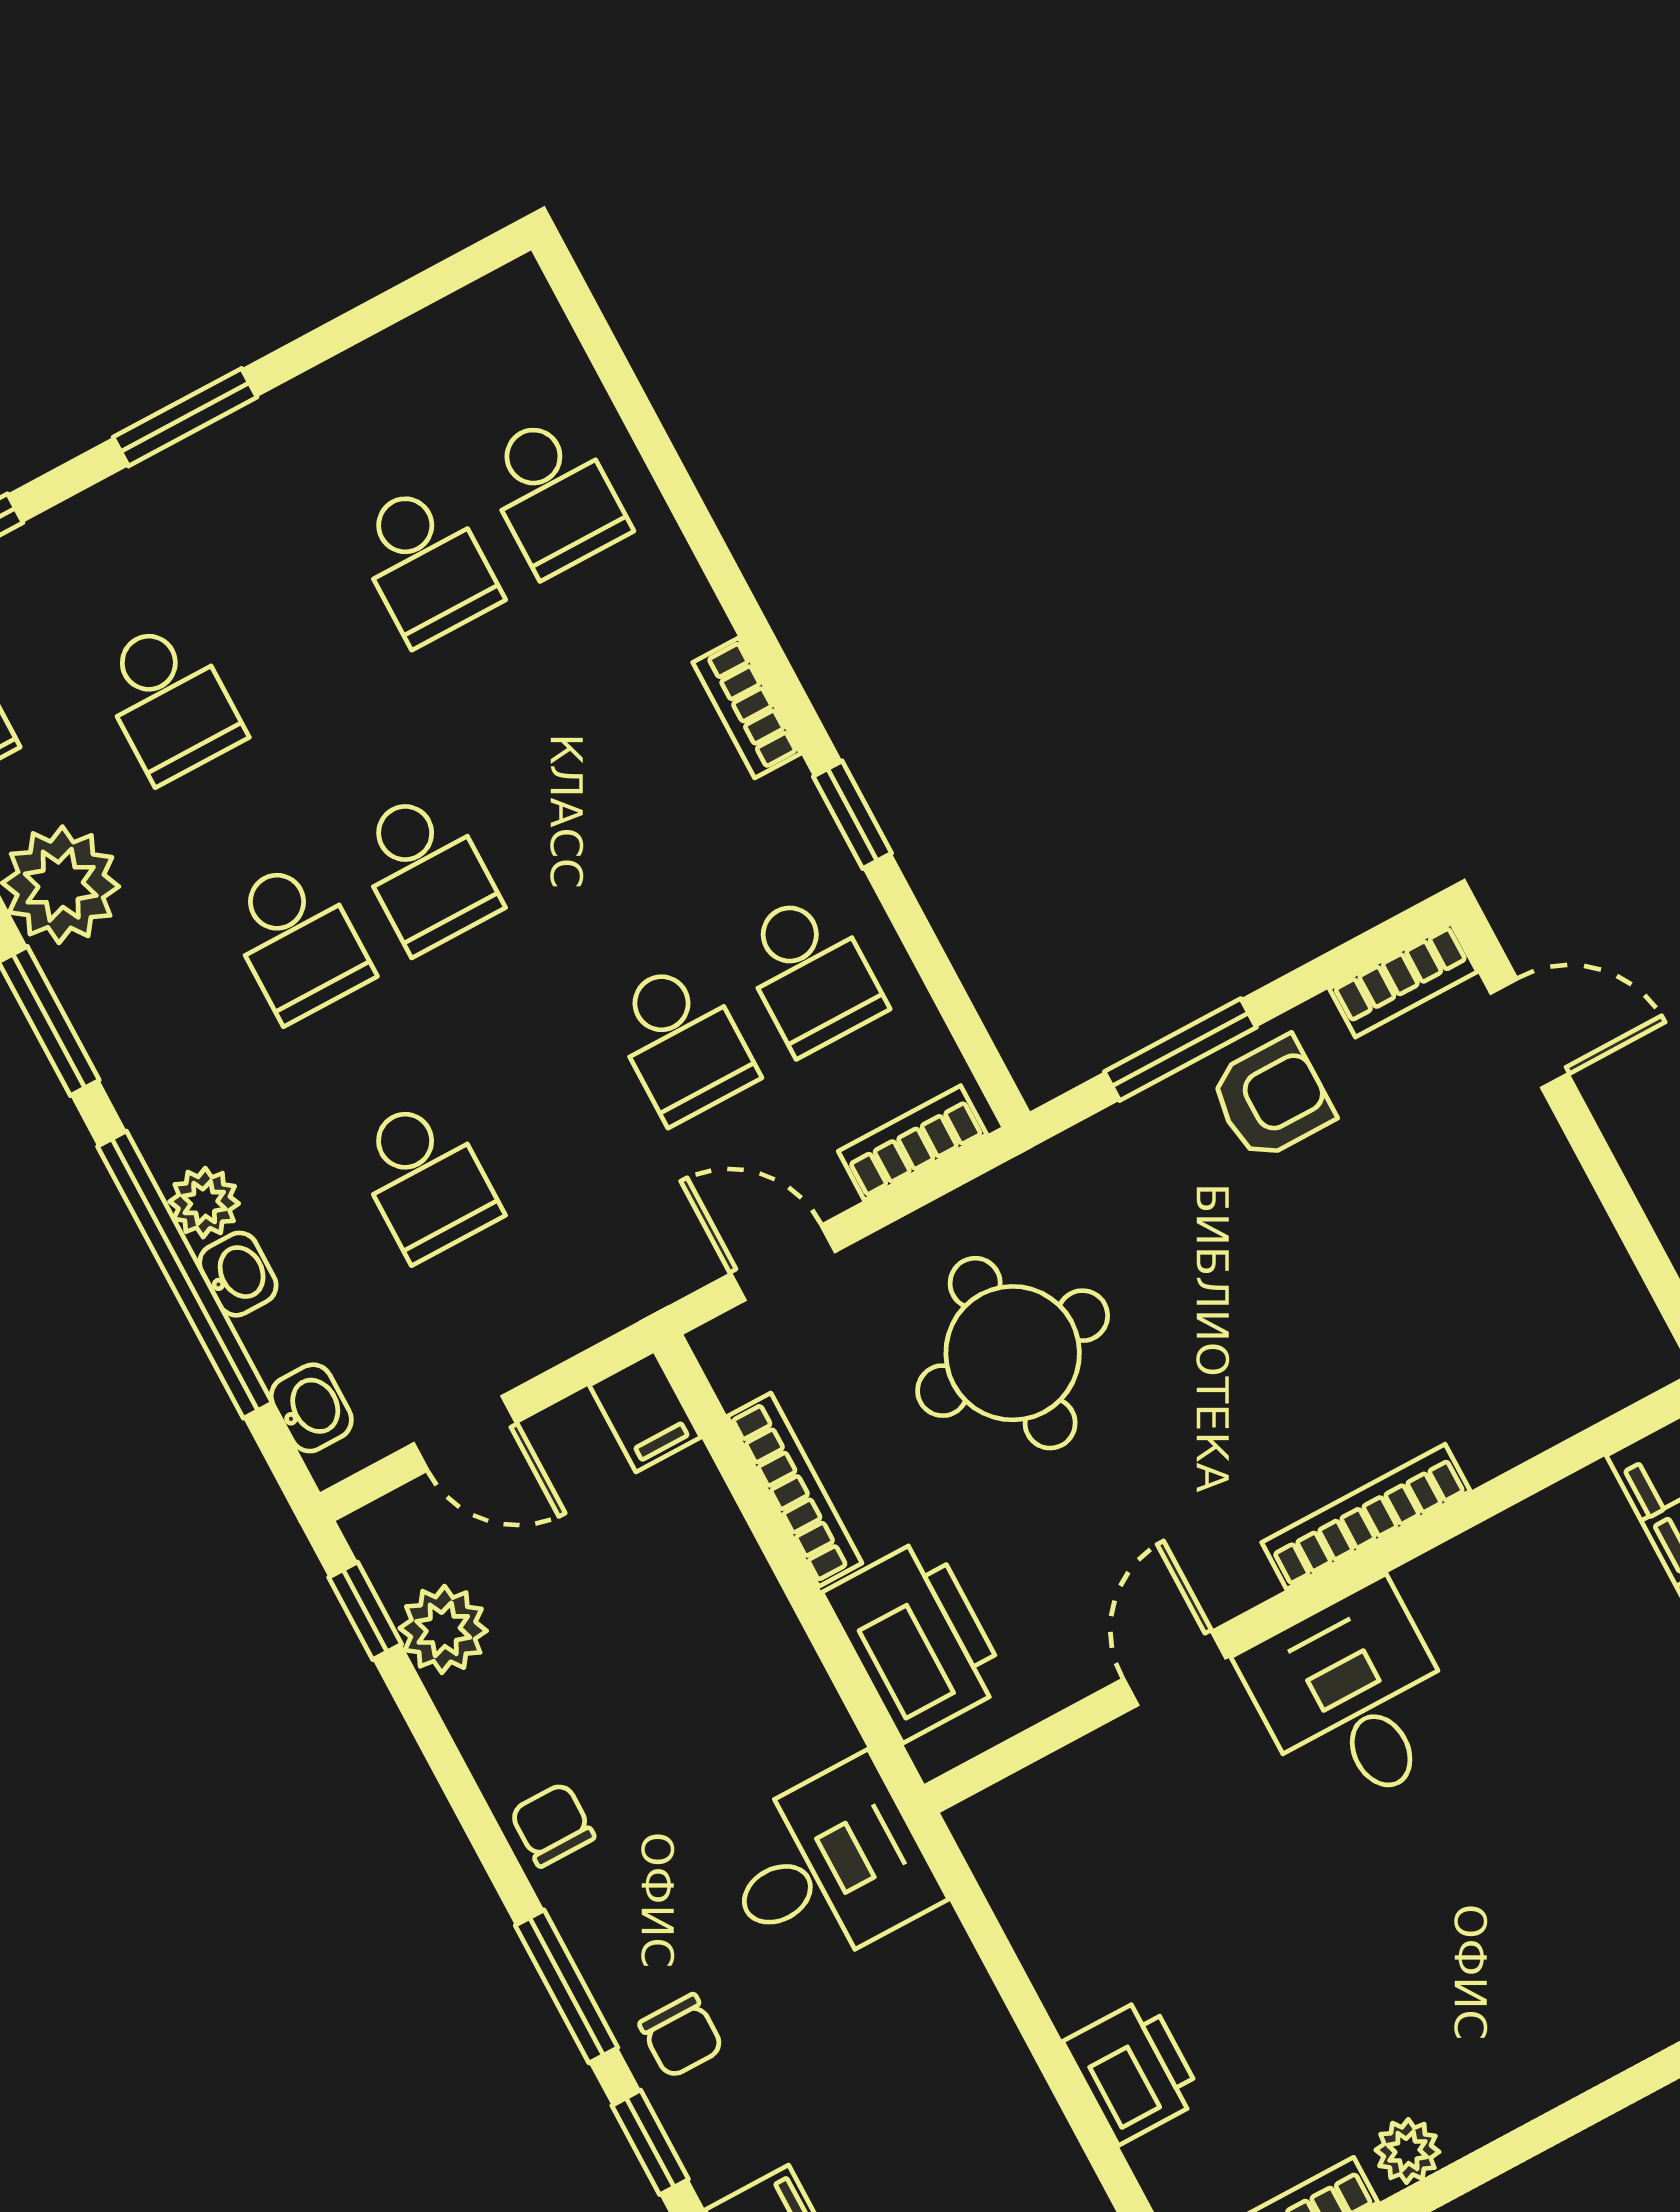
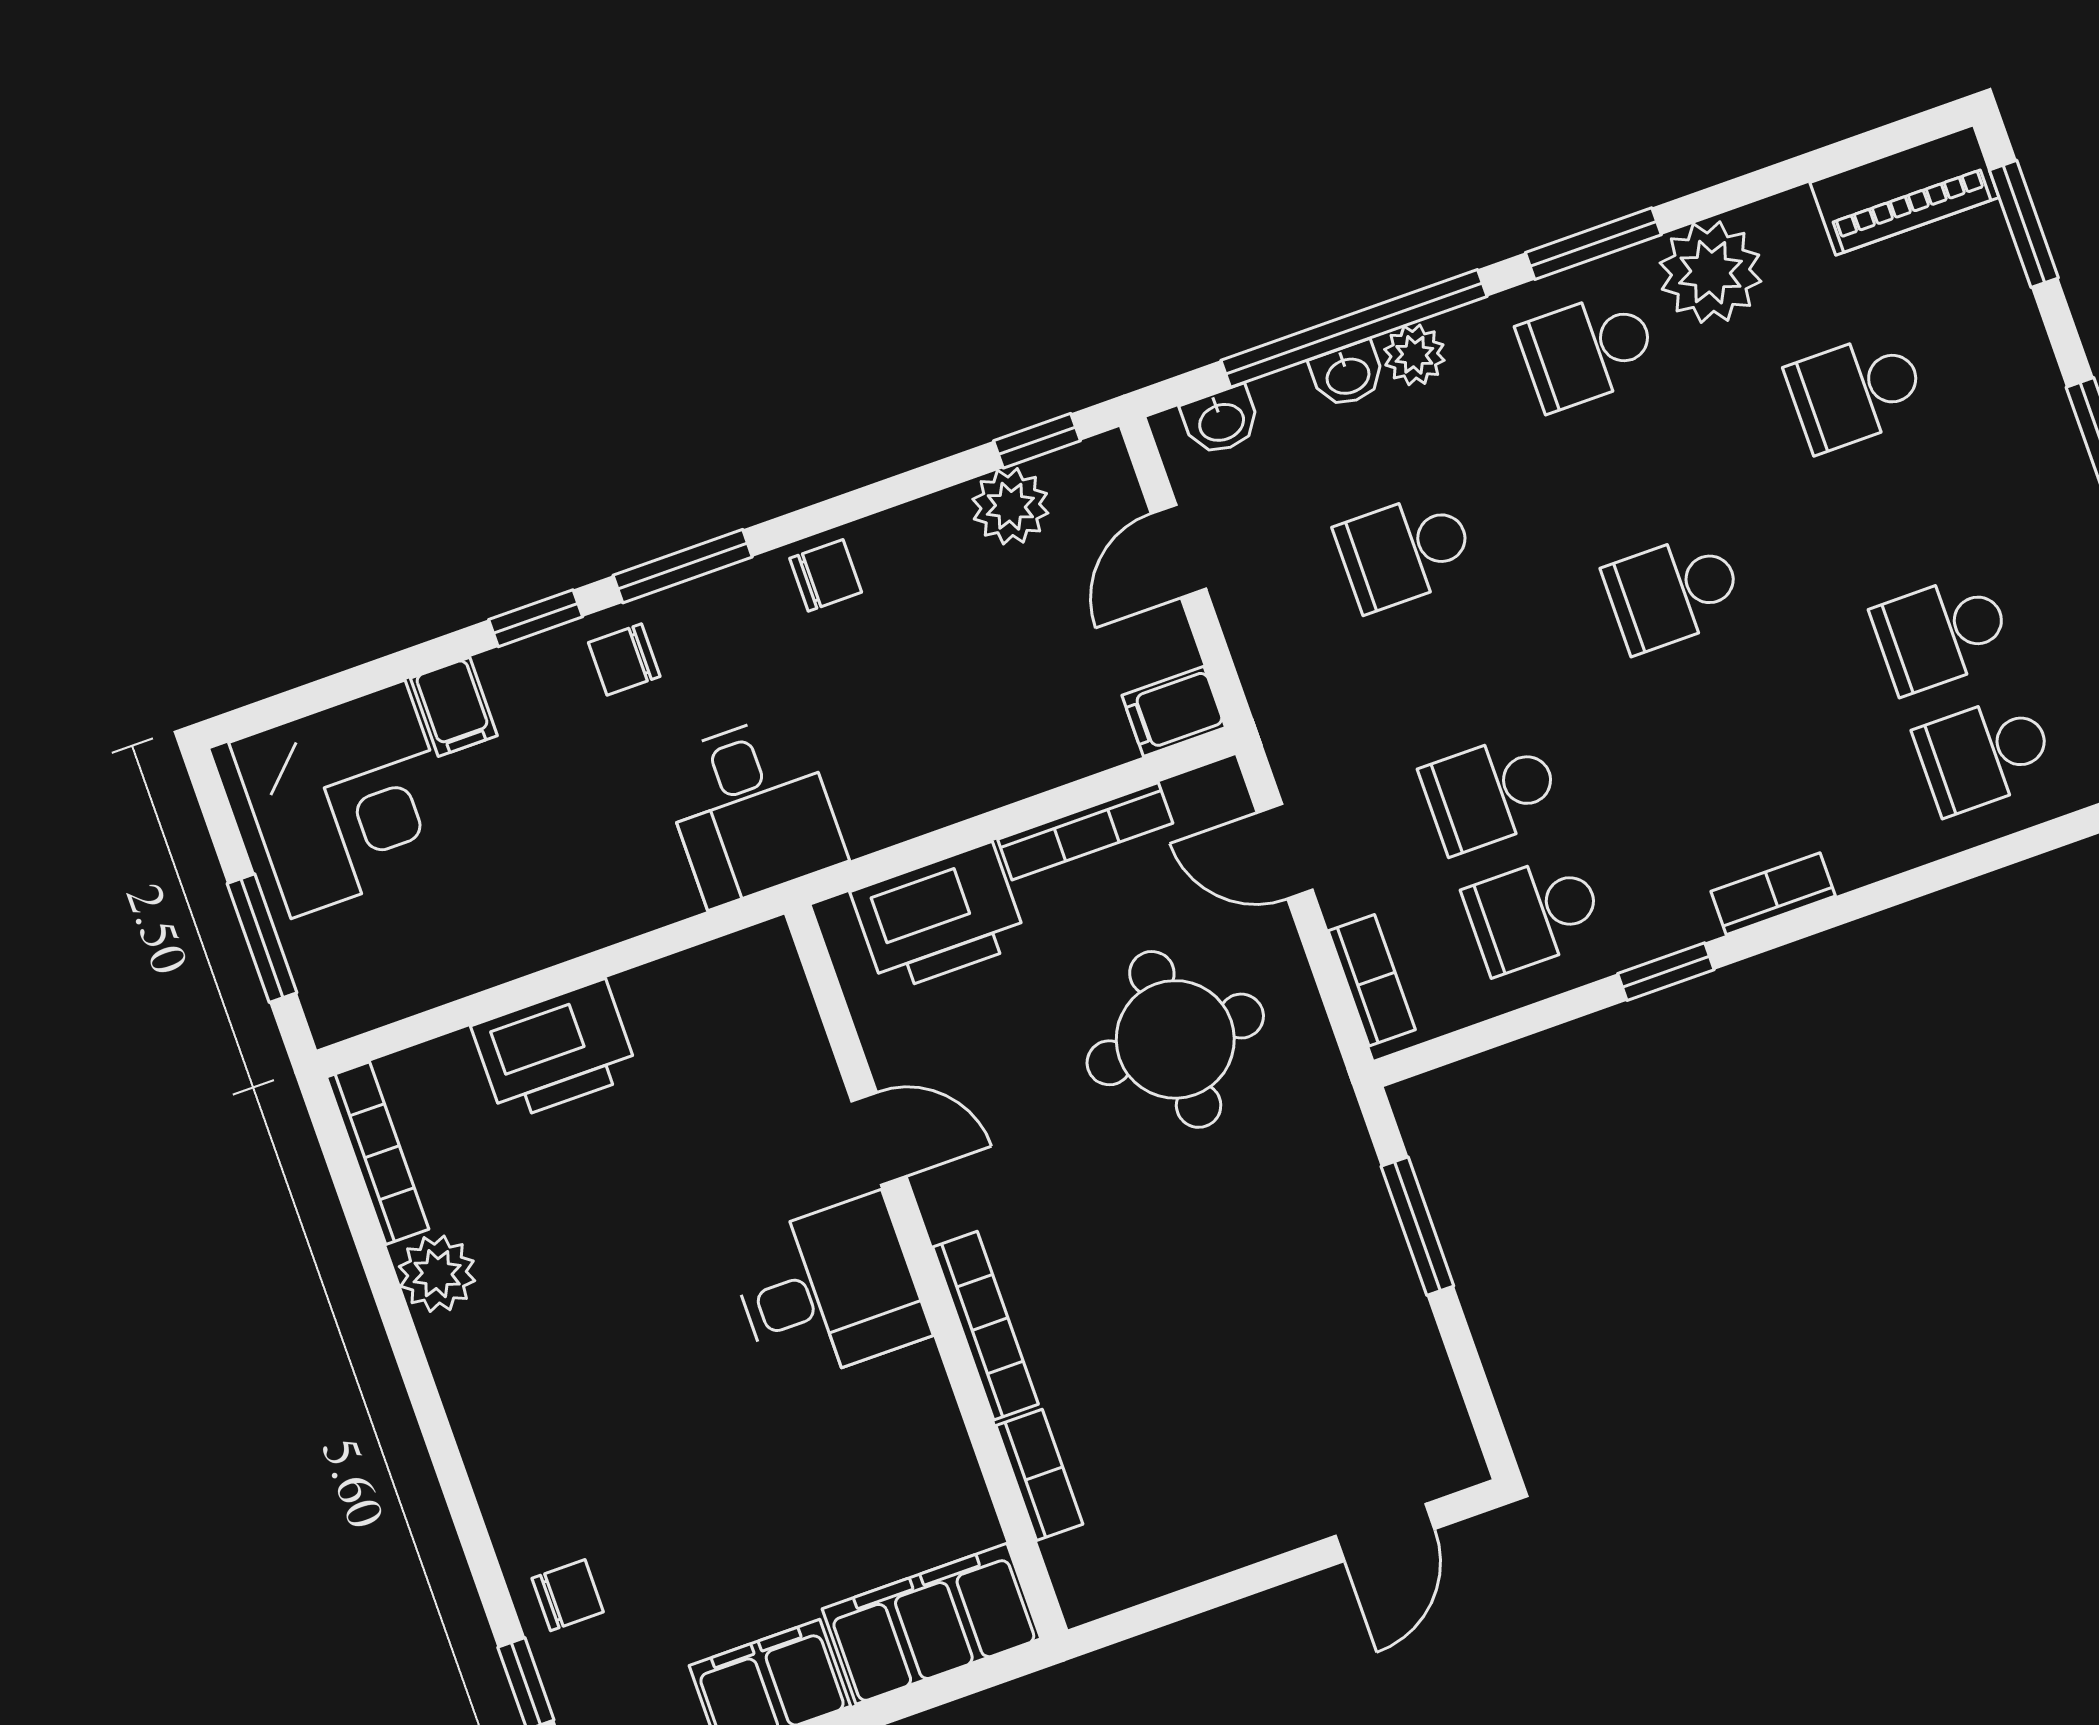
school desk: (297, 940) -> (1588, 350), moved
bookcase: (1403, 980) -> (1039, 1475), moved, turned 180
armchair: (1272, 1098) -> (1363, 1299), removed
door: (783, 1263) -> (1285, 851), swing flipped
printer: (1133, 2070) -> (555, 1050), width x1.37, depth x1.19
plant: (1407, 2151) -> (437, 1274), width x1.38, depth x1.38

